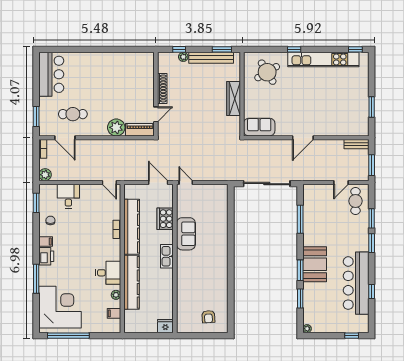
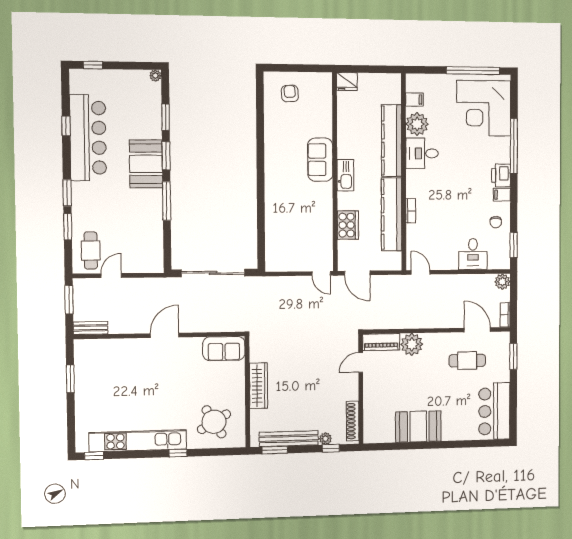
booth: (111, 64) -> (418, 427), added
shoe rack: (162, 88) -> (353, 421), moved
window: (300, 219) -> (167, 201), moved
sofa: (186, 234) -> (320, 160), moved
window: (36, 279) -> (514, 146), width x1.46
plant: (116, 295) -> (417, 124), width x1.87, depth x1.87

